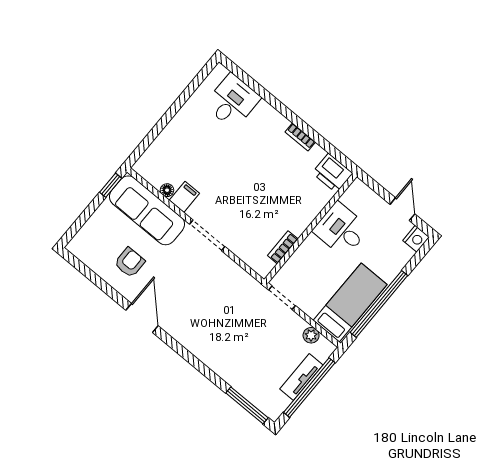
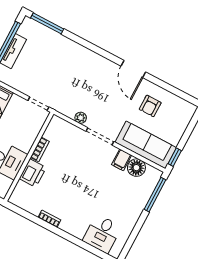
window: (149, 140) -> (155, 195), added
printer: (332, 173) -> (33, 173), moved, turned 90
floor lamp: (167, 190) -> (136, 168), width x1.89, depth x1.89
bookcase: (283, 247) -> (40, 149), moved
plant: (311, 335) -> (81, 118), moved

